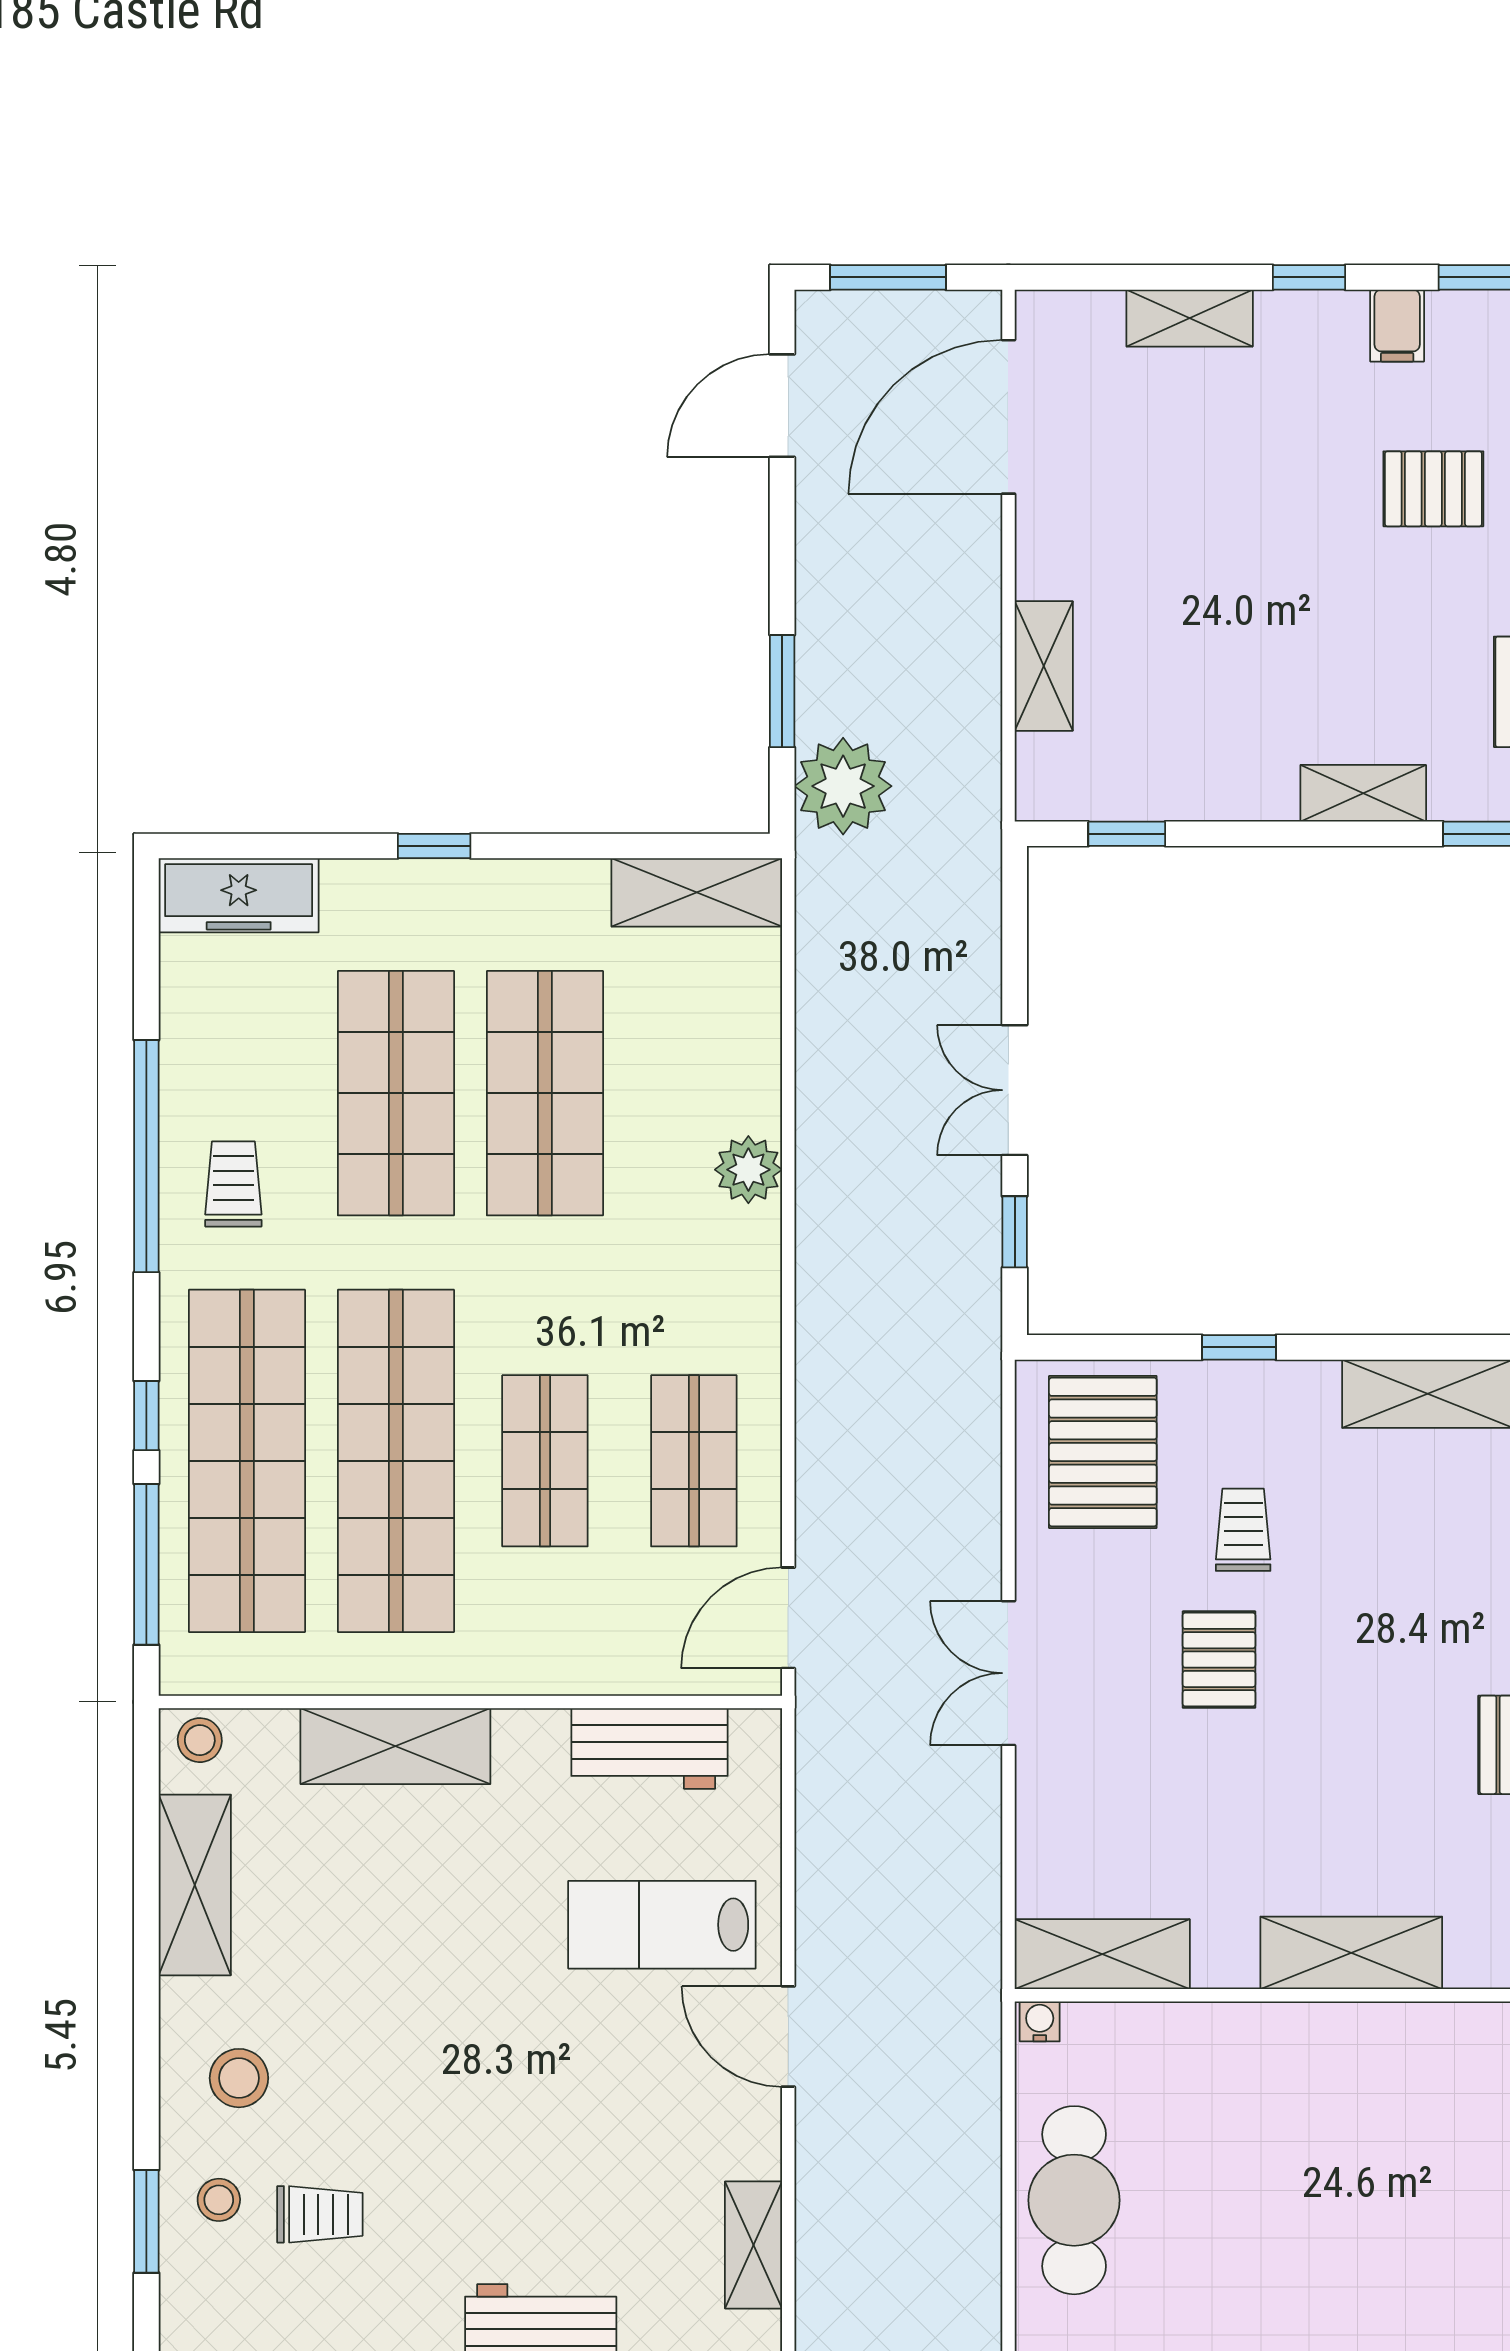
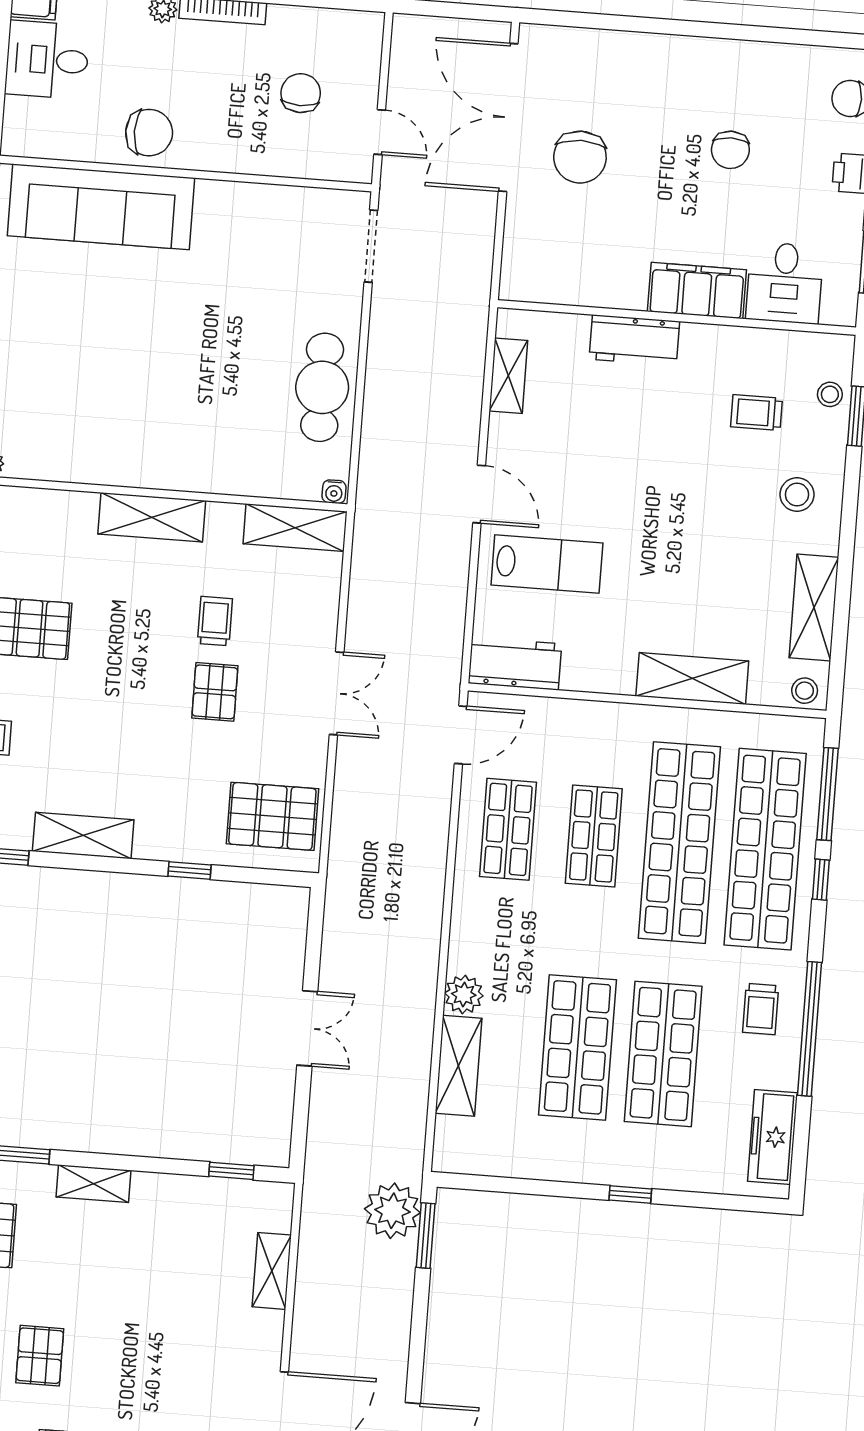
pallet: (1433, 489) -> (40, 1356), turned 90
window: (782, 691) -> (426, 1236), moved
shelving: (697, 892) -> (459, 1066), moved, turned 90
freezer: (239, 895) -> (773, 1137), moved, turned -90
window: (1015, 1232) -> (314, 947), removed
pallet: (1103, 1452) -> (272, 816), turned 90
trolley: (1243, 1530) -> (215, 621), moved, turned 180
workbench: (650, 1748) -> (515, 664), moved
stool: (219, 2200) -> (830, 394), moved

